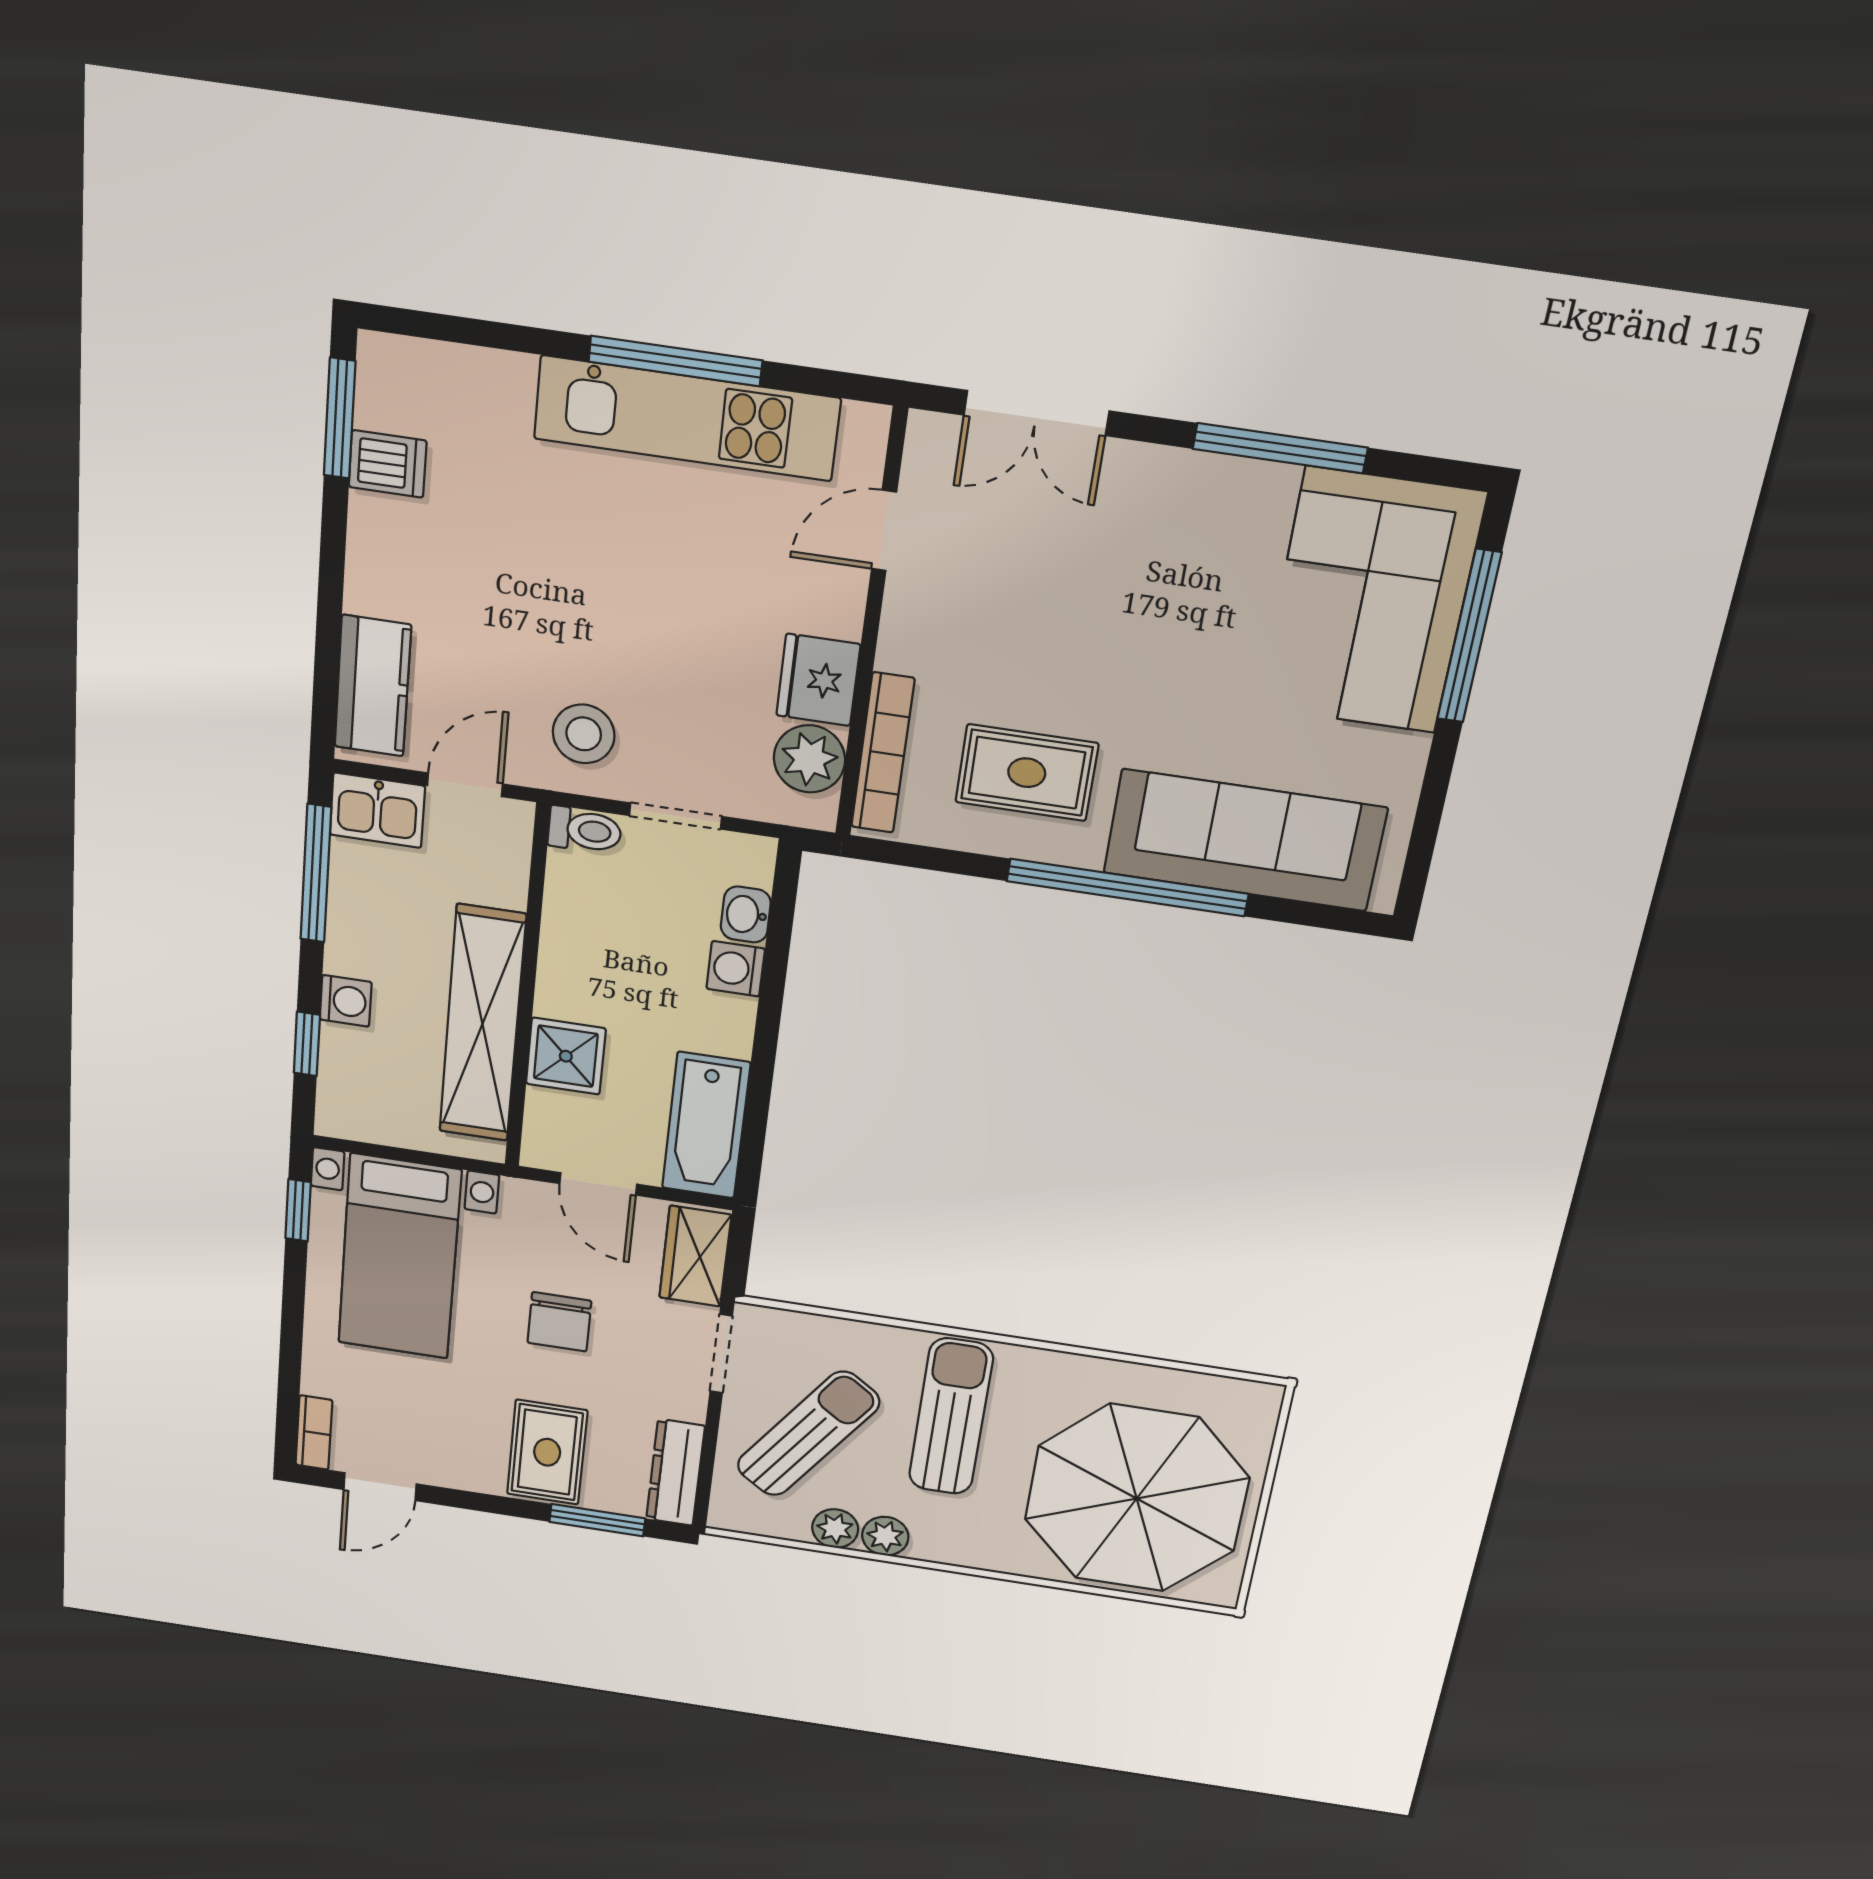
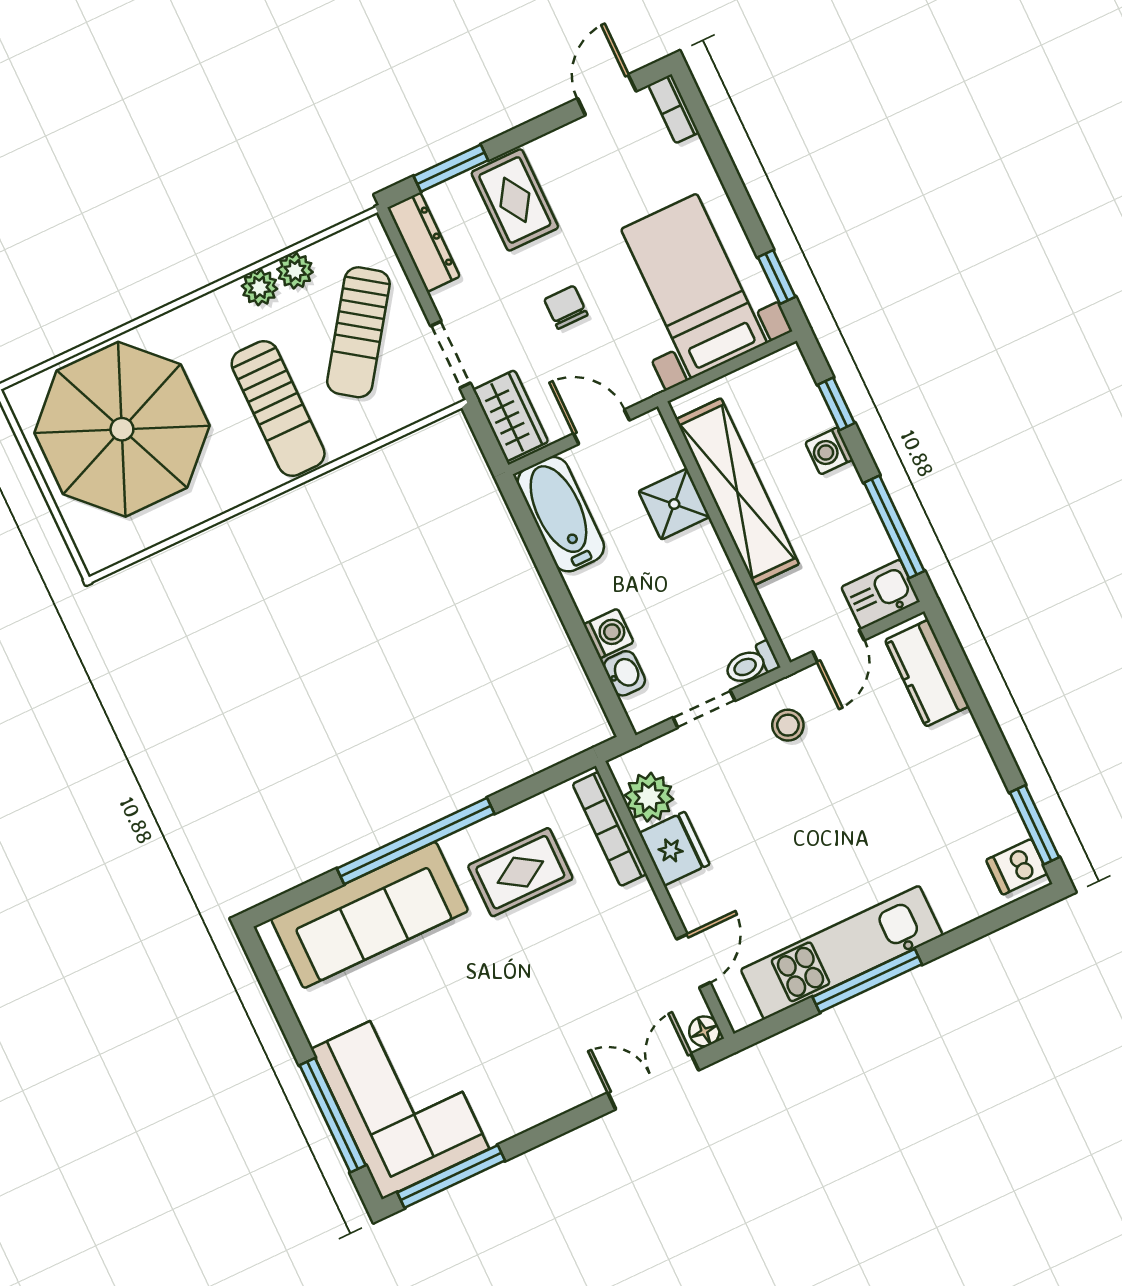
floor lamp: (928, 434) -> (704, 1031), added
window: (1280, 448) -> (451, 1176), moved
dishwasher: (388, 464) -> (1017, 867), moved
stool: (584, 734) -> (788, 725), width x0.73, depth x0.73
chair: (559, 1322) -> (566, 307), width x0.73, depth x0.73

